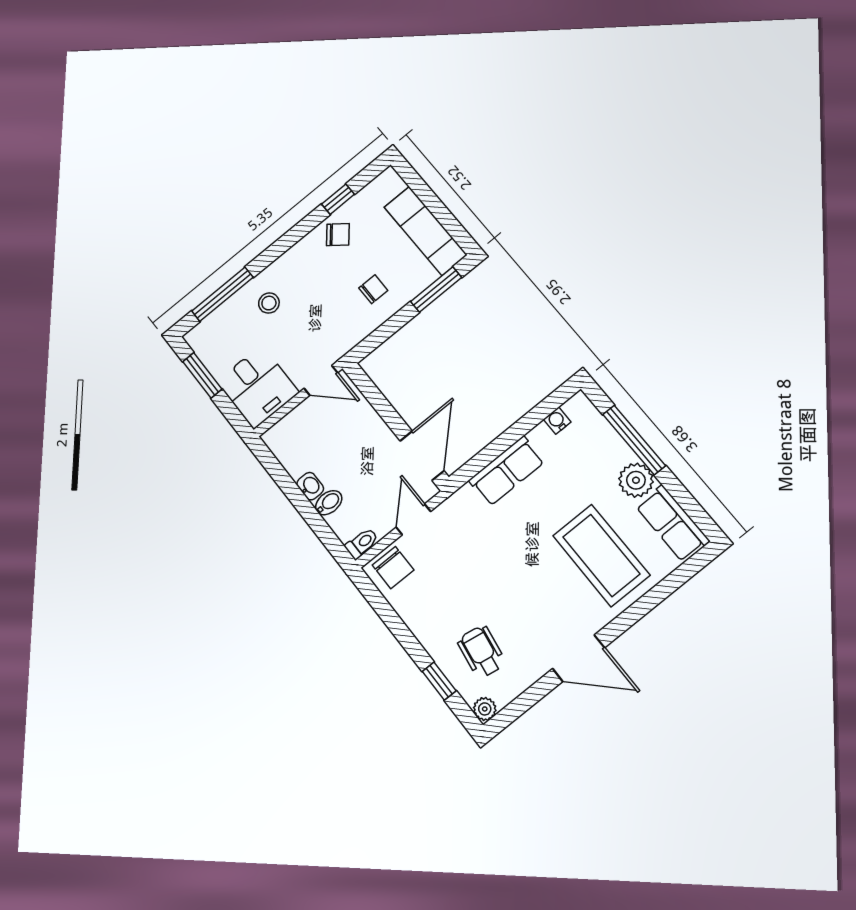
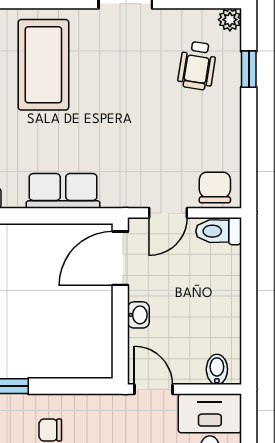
washbasin: (310, 486) -> (138, 315), moved, turned 180
bidet: (329, 503) -> (217, 369), moved, turned 90
toilet: (362, 543) -> (219, 231), width x1.37, depth x1.39

